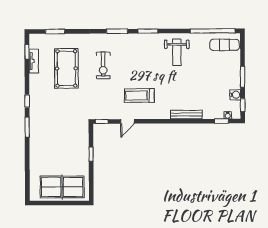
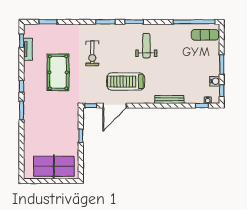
weight bench: (177, 52) -> (146, 46), moved, turned 180
pool table: (66, 68) -> (58, 72), moved
treadmill: (139, 95) -> (126, 82), width x1.37, depth x1.38
door: (127, 121) -> (115, 106), width x1.87

